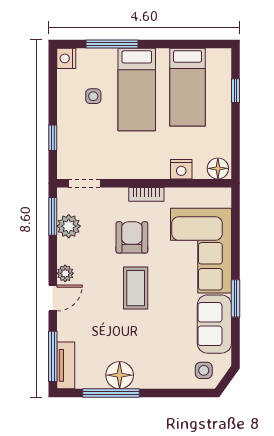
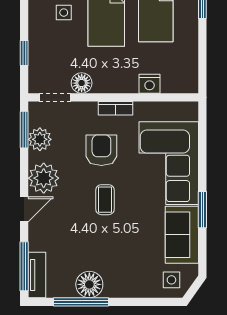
floor lamp: (218, 168) -> (82, 83), moved
plant: (65, 273) -> (44, 178), width x1.88, depth x1.88
coffee table: (136, 288) -> (105, 200), width x0.73, depth x0.77

